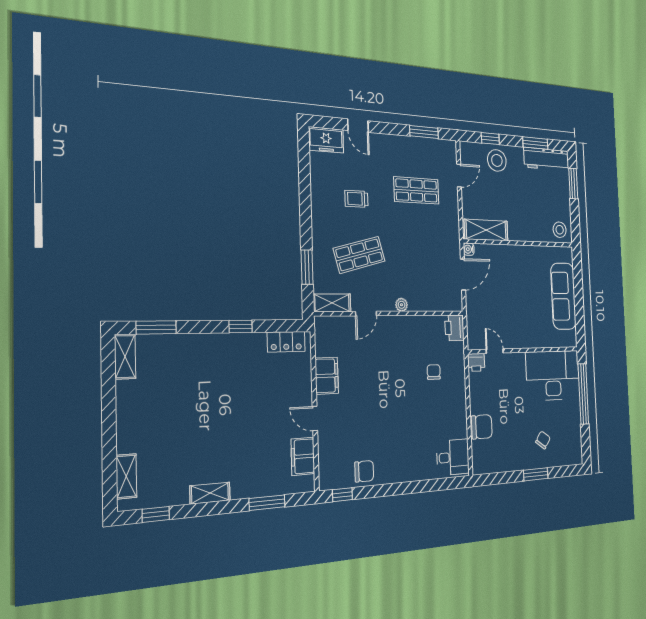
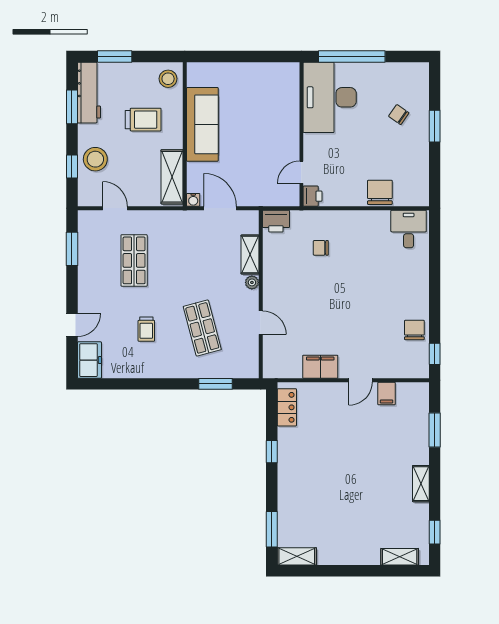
trolley: (529, 206) -> (143, 120), added
sofa: (563, 296) -> (202, 124), moved, turned -90
shelving: (332, 303) -> (250, 254), moved
filing cabinet: (303, 456) -> (387, 394), width x0.50

